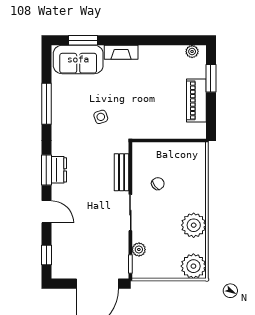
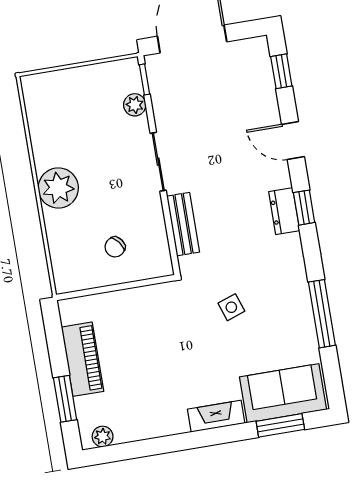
window: (46, 170) -> (304, 208), width x0.67
chair: (158, 184) -> (115, 247), moved
plant: (194, 225) -> (58, 188), moved
plant: (193, 266) -> (43, 93), removed

